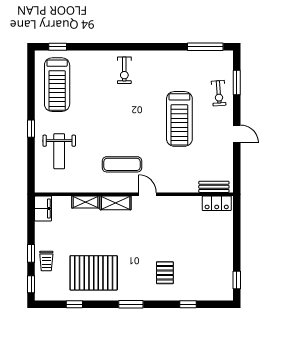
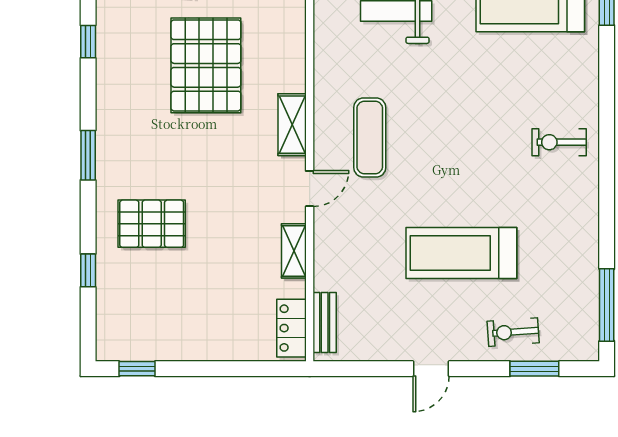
shelving: (85, 202) -> (294, 251), moved
pallet: (94, 273) -> (206, 65), moved
pallet: (165, 273) -> (152, 224), width x1.50, depth x1.42

